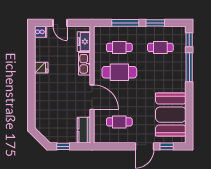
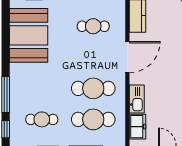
cafe table: (119, 47) -> (93, 119), width x1.37, depth x1.35
door: (92, 97) -> (127, 57), swing flipped

